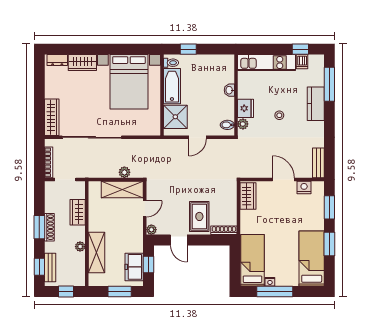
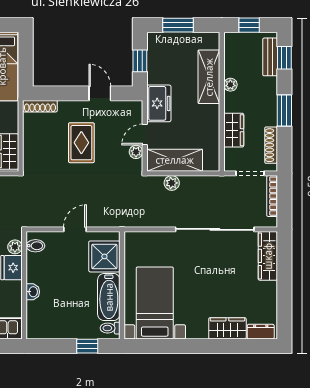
bed with nightstands: (129, 82) -> (155, 303), width x0.73
rug: (199, 216) -> (81, 143), moved
shoe rack: (49, 227) -> (271, 145), moved
plant: (151, 230) -> (136, 152), moved
freezer: (134, 267) -> (159, 103), moved

